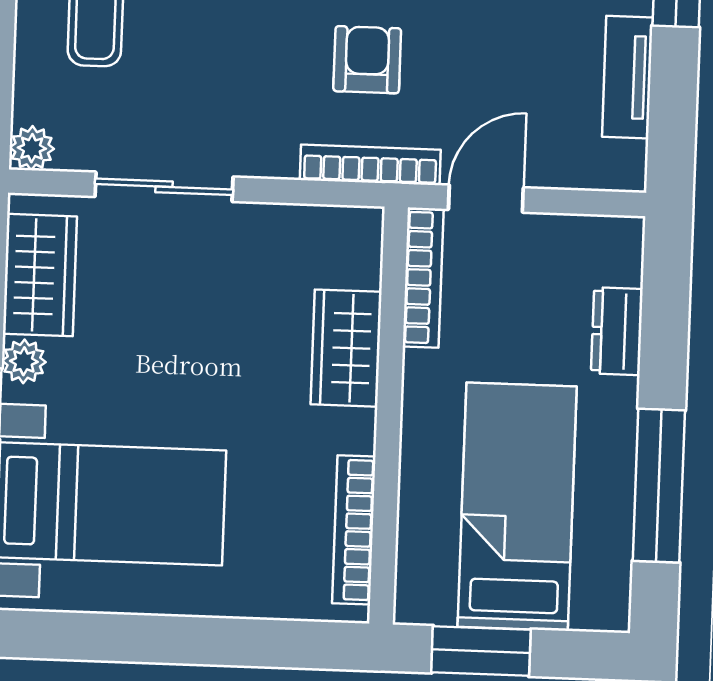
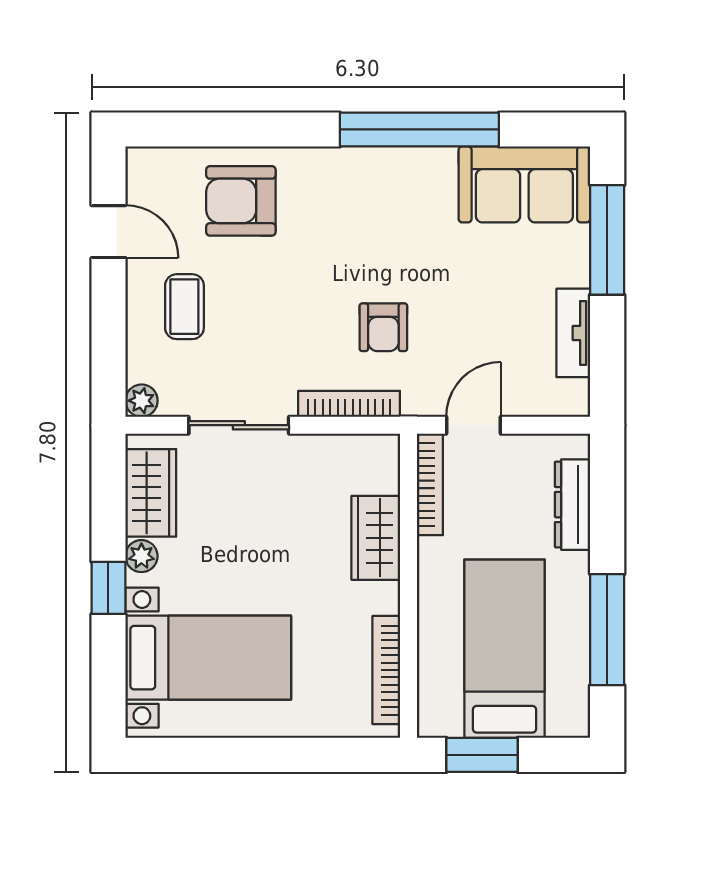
armchair: (367, 60) -> (383, 327), turned 180
bookcase: (370, 165) -> (349, 404), moved
dresser: (617, 331) -> (573, 505), width x1.44

